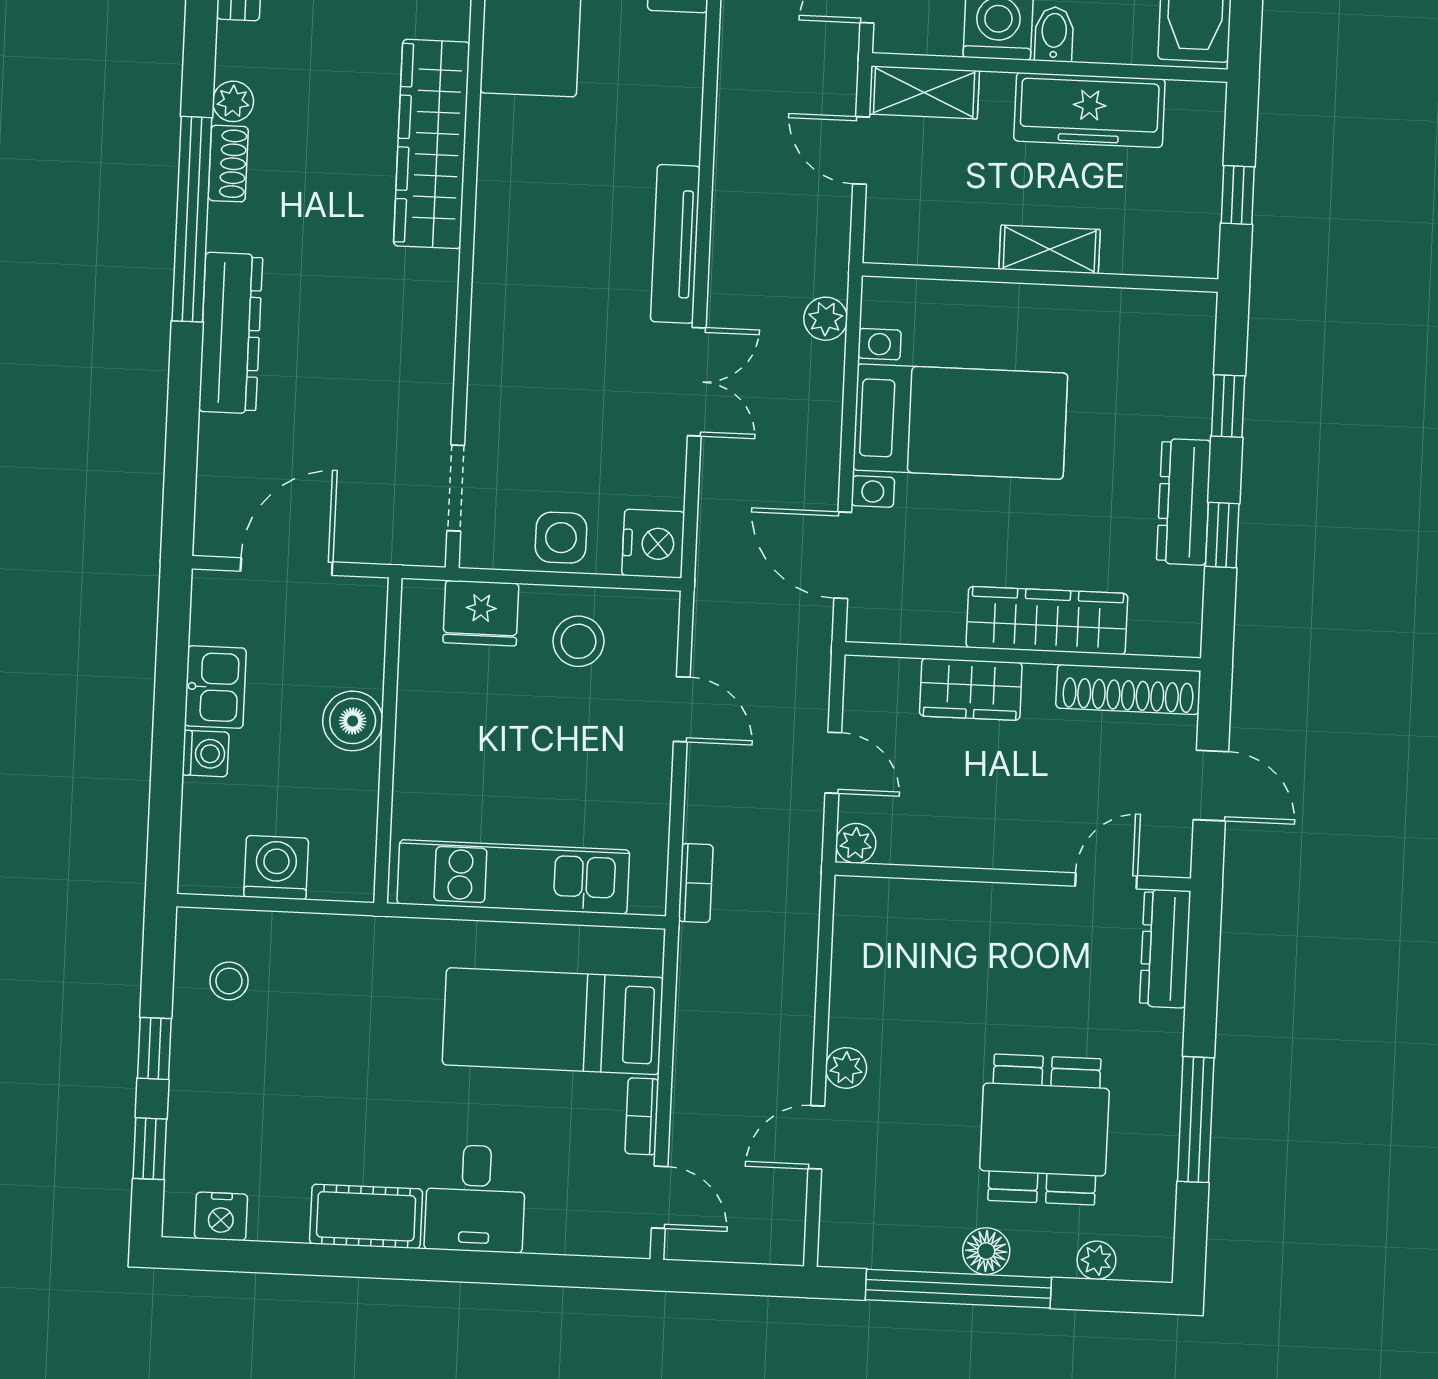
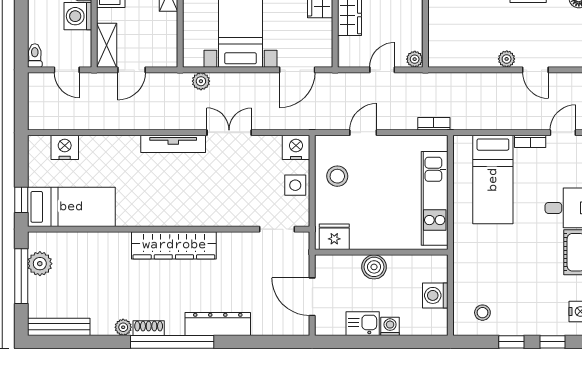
wardrobe: (432, 144) -> (174, 245), moved
fridge: (481, 613) -> (334, 237), moved, turned -90

